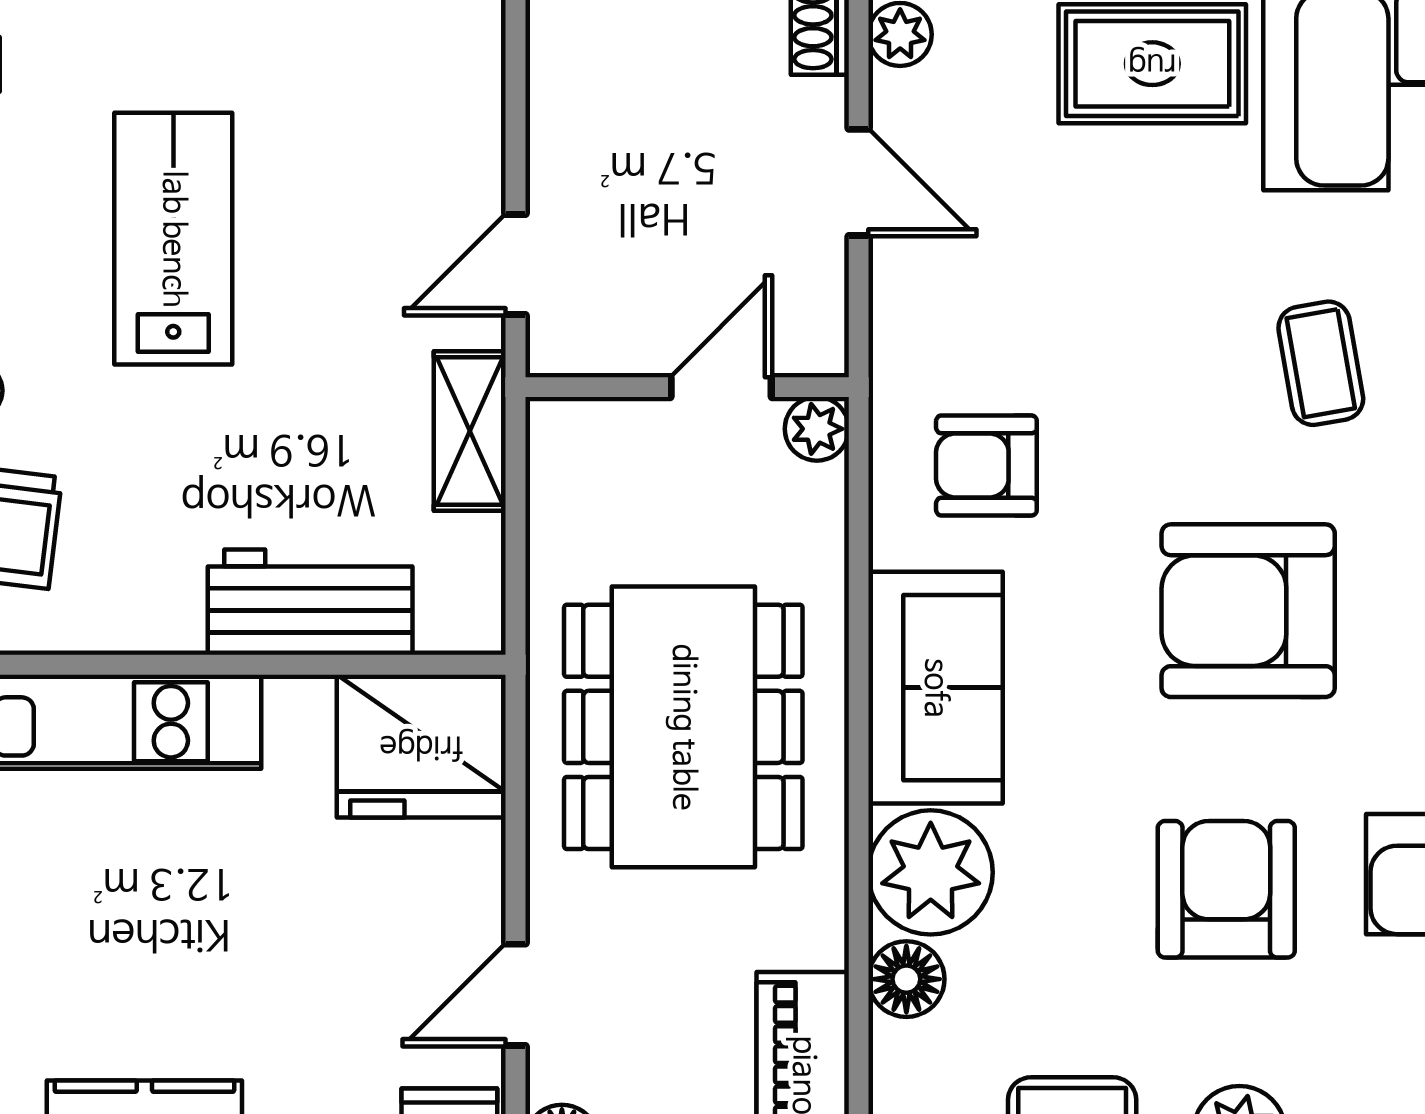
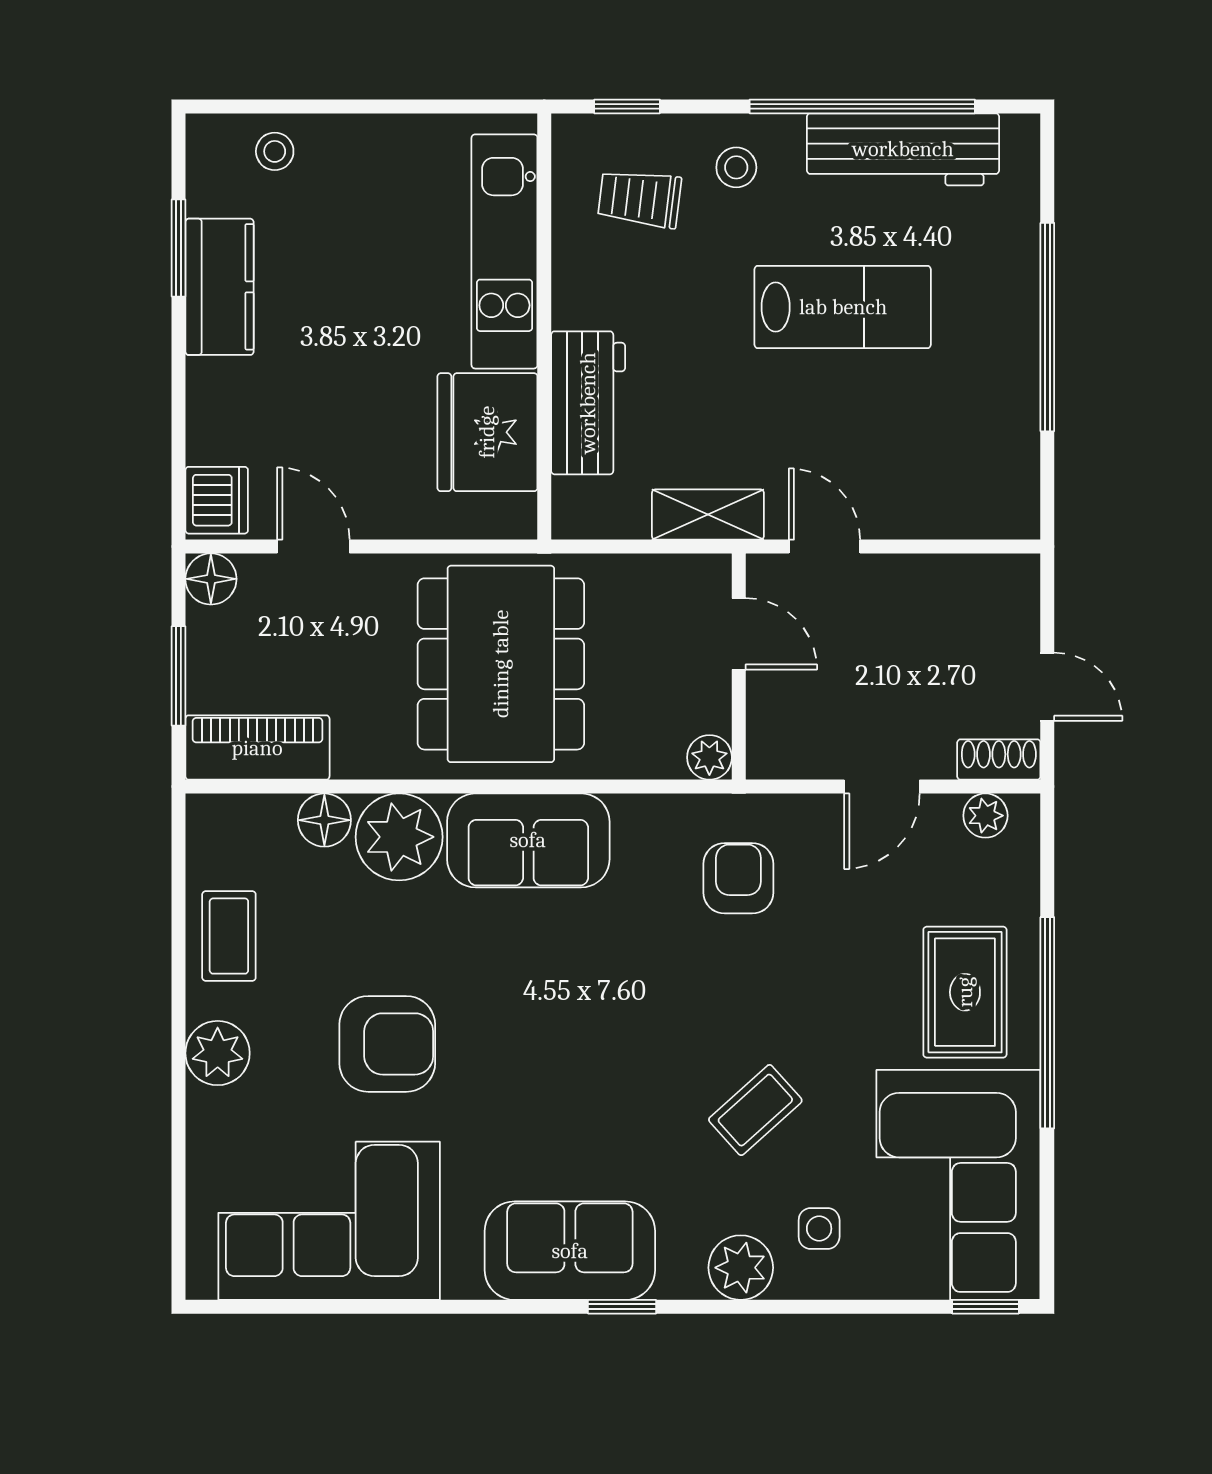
coffee table: (1321, 363) -> (755, 1110), turned -32
door: (721, 387) -> (739, 634), moved
armchair: (986, 465) -> (738, 878), moved
armchair: (1248, 611) -> (582, 1059), removed
dining table: (683, 727) -> (501, 664), turned 90
fridge: (421, 746) -> (487, 432), moved

